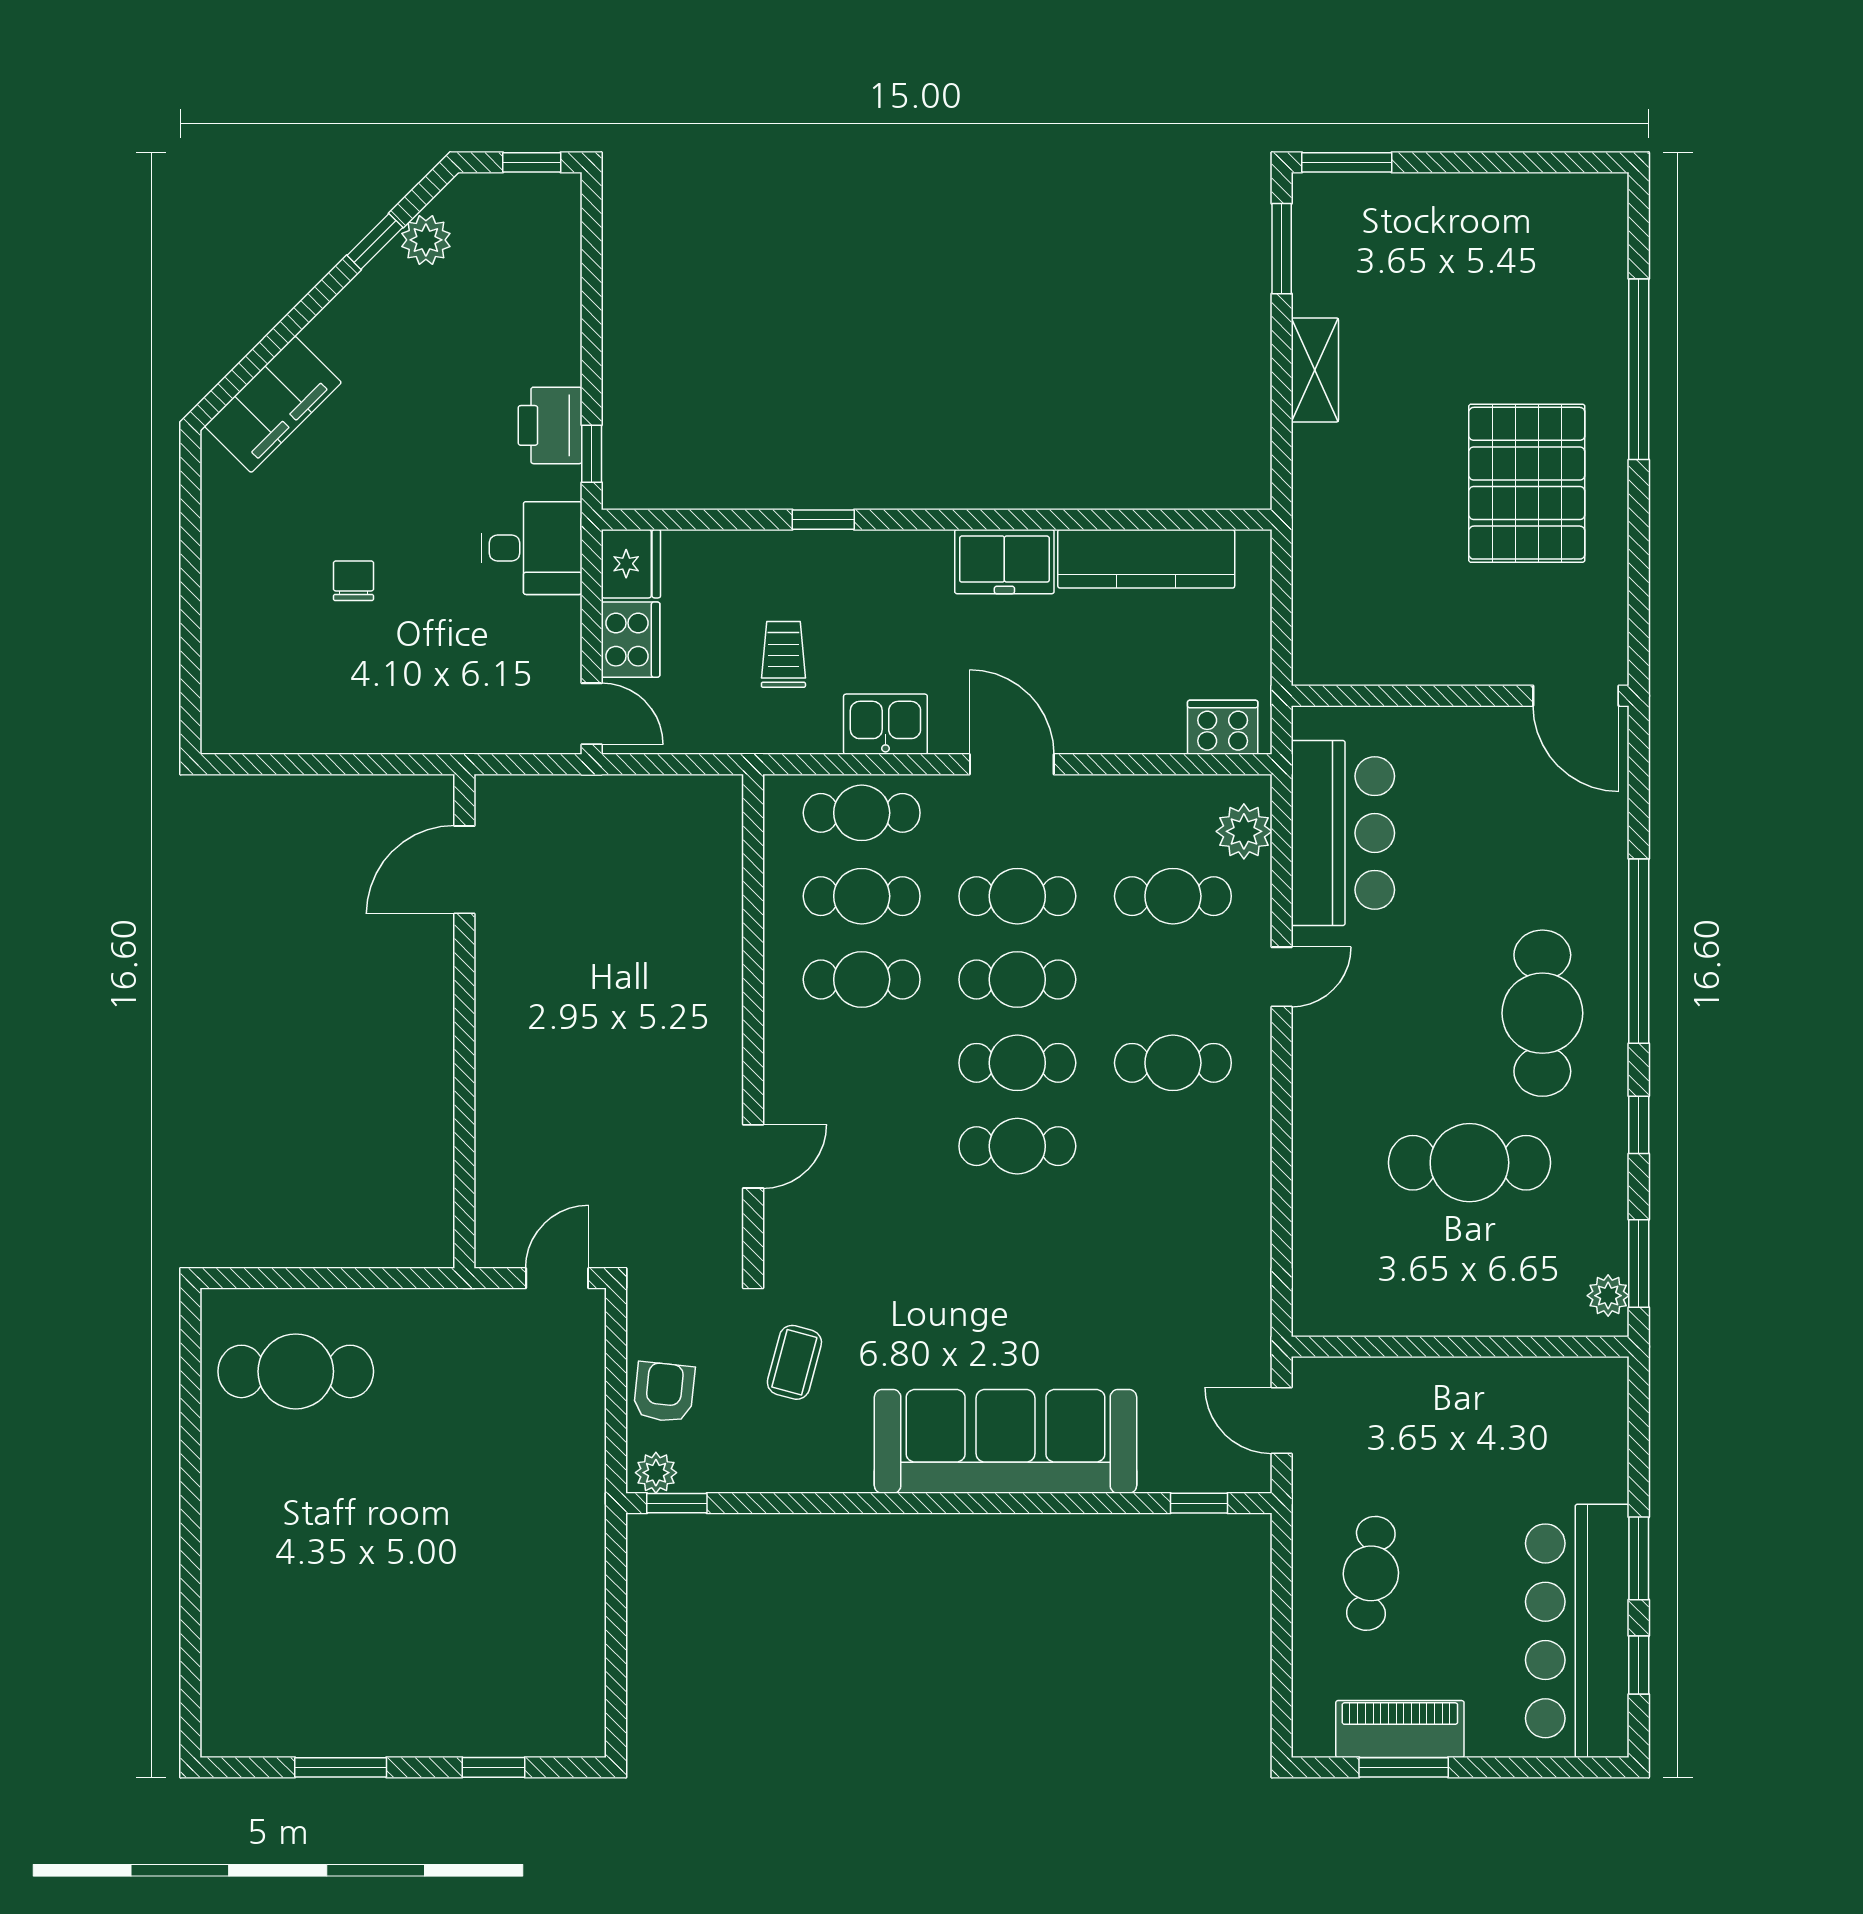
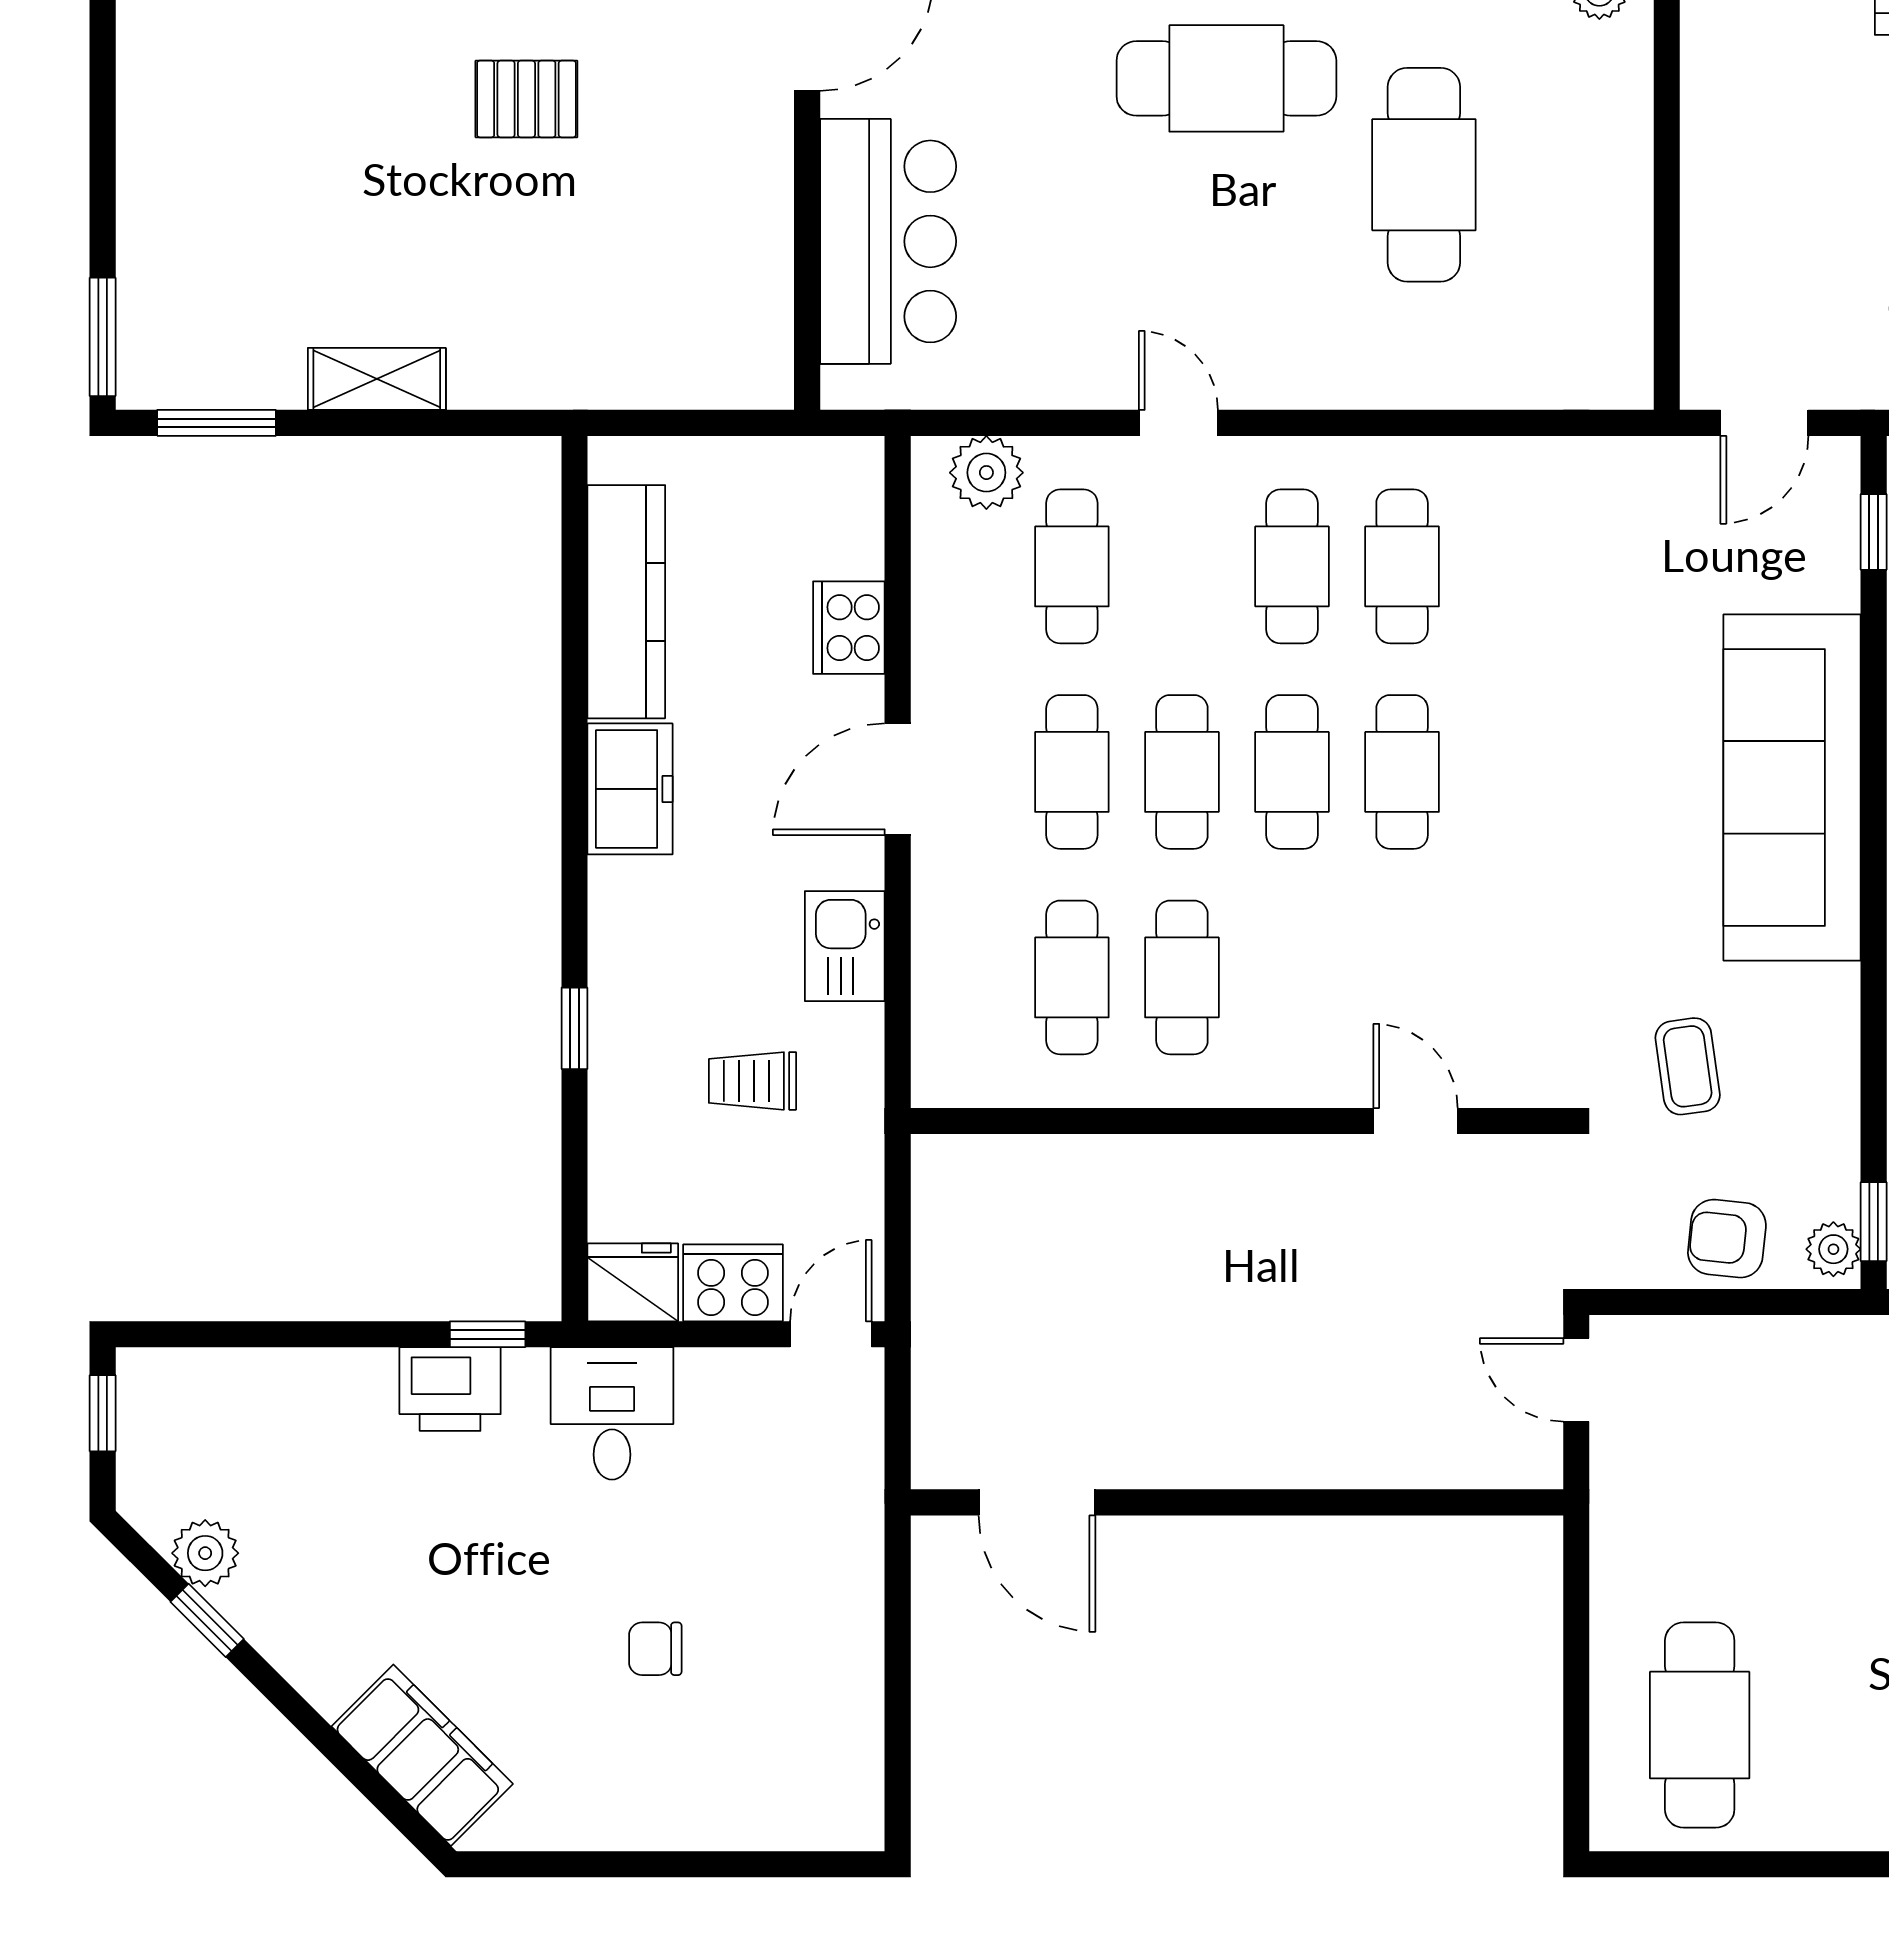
pallet: (1527, 483) -> (526, 99), width x0.49, depth x0.50
cooker: (1223, 727) -> (849, 628), moved
cafe table: (862, 813) -> (1402, 566), moved
bar counter: (1343, 833) -> (888, 241), moved, turned 90
coffee table: (794, 1362) -> (1688, 1066), turned 67

